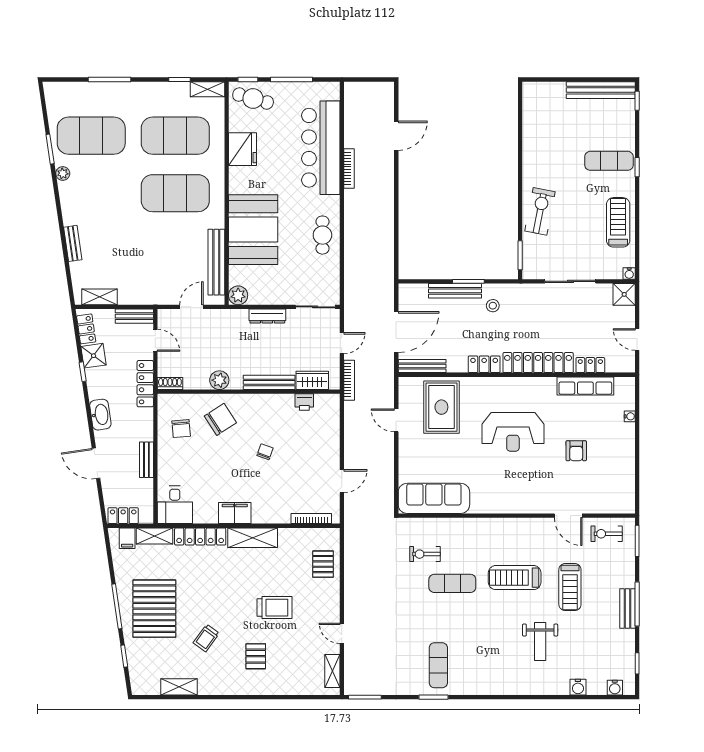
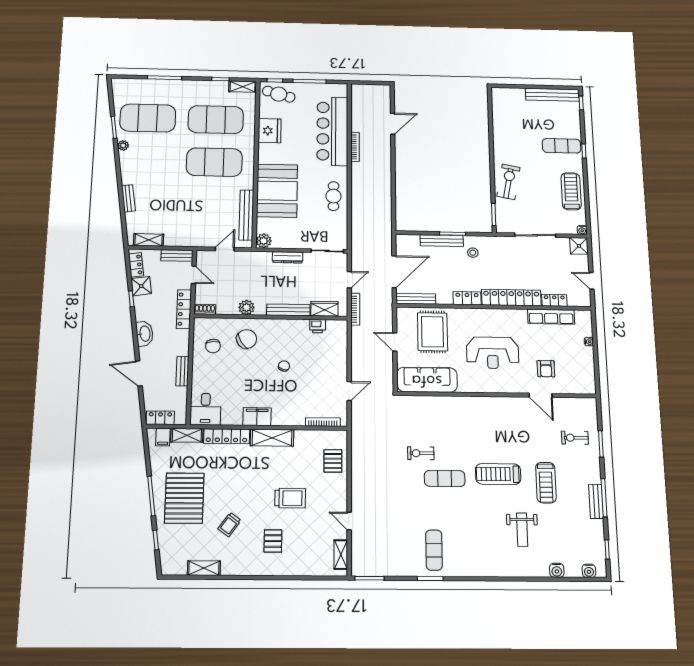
sofa: (434, 498) -> (427, 380), moved
wall: (517, 516) -> (497, 395), moved
door: (568, 516) -> (541, 395), moved

